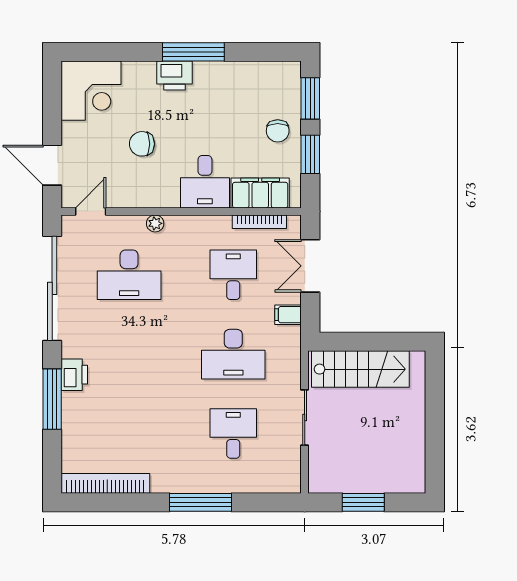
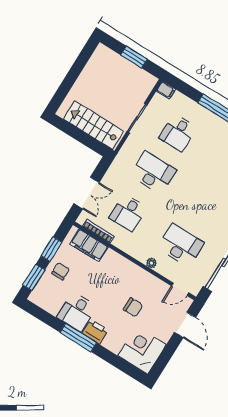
desk: (205, 182) -> (77, 312), moved, turned 180
filing cabinet: (288, 315) -> (166, 90), moved

